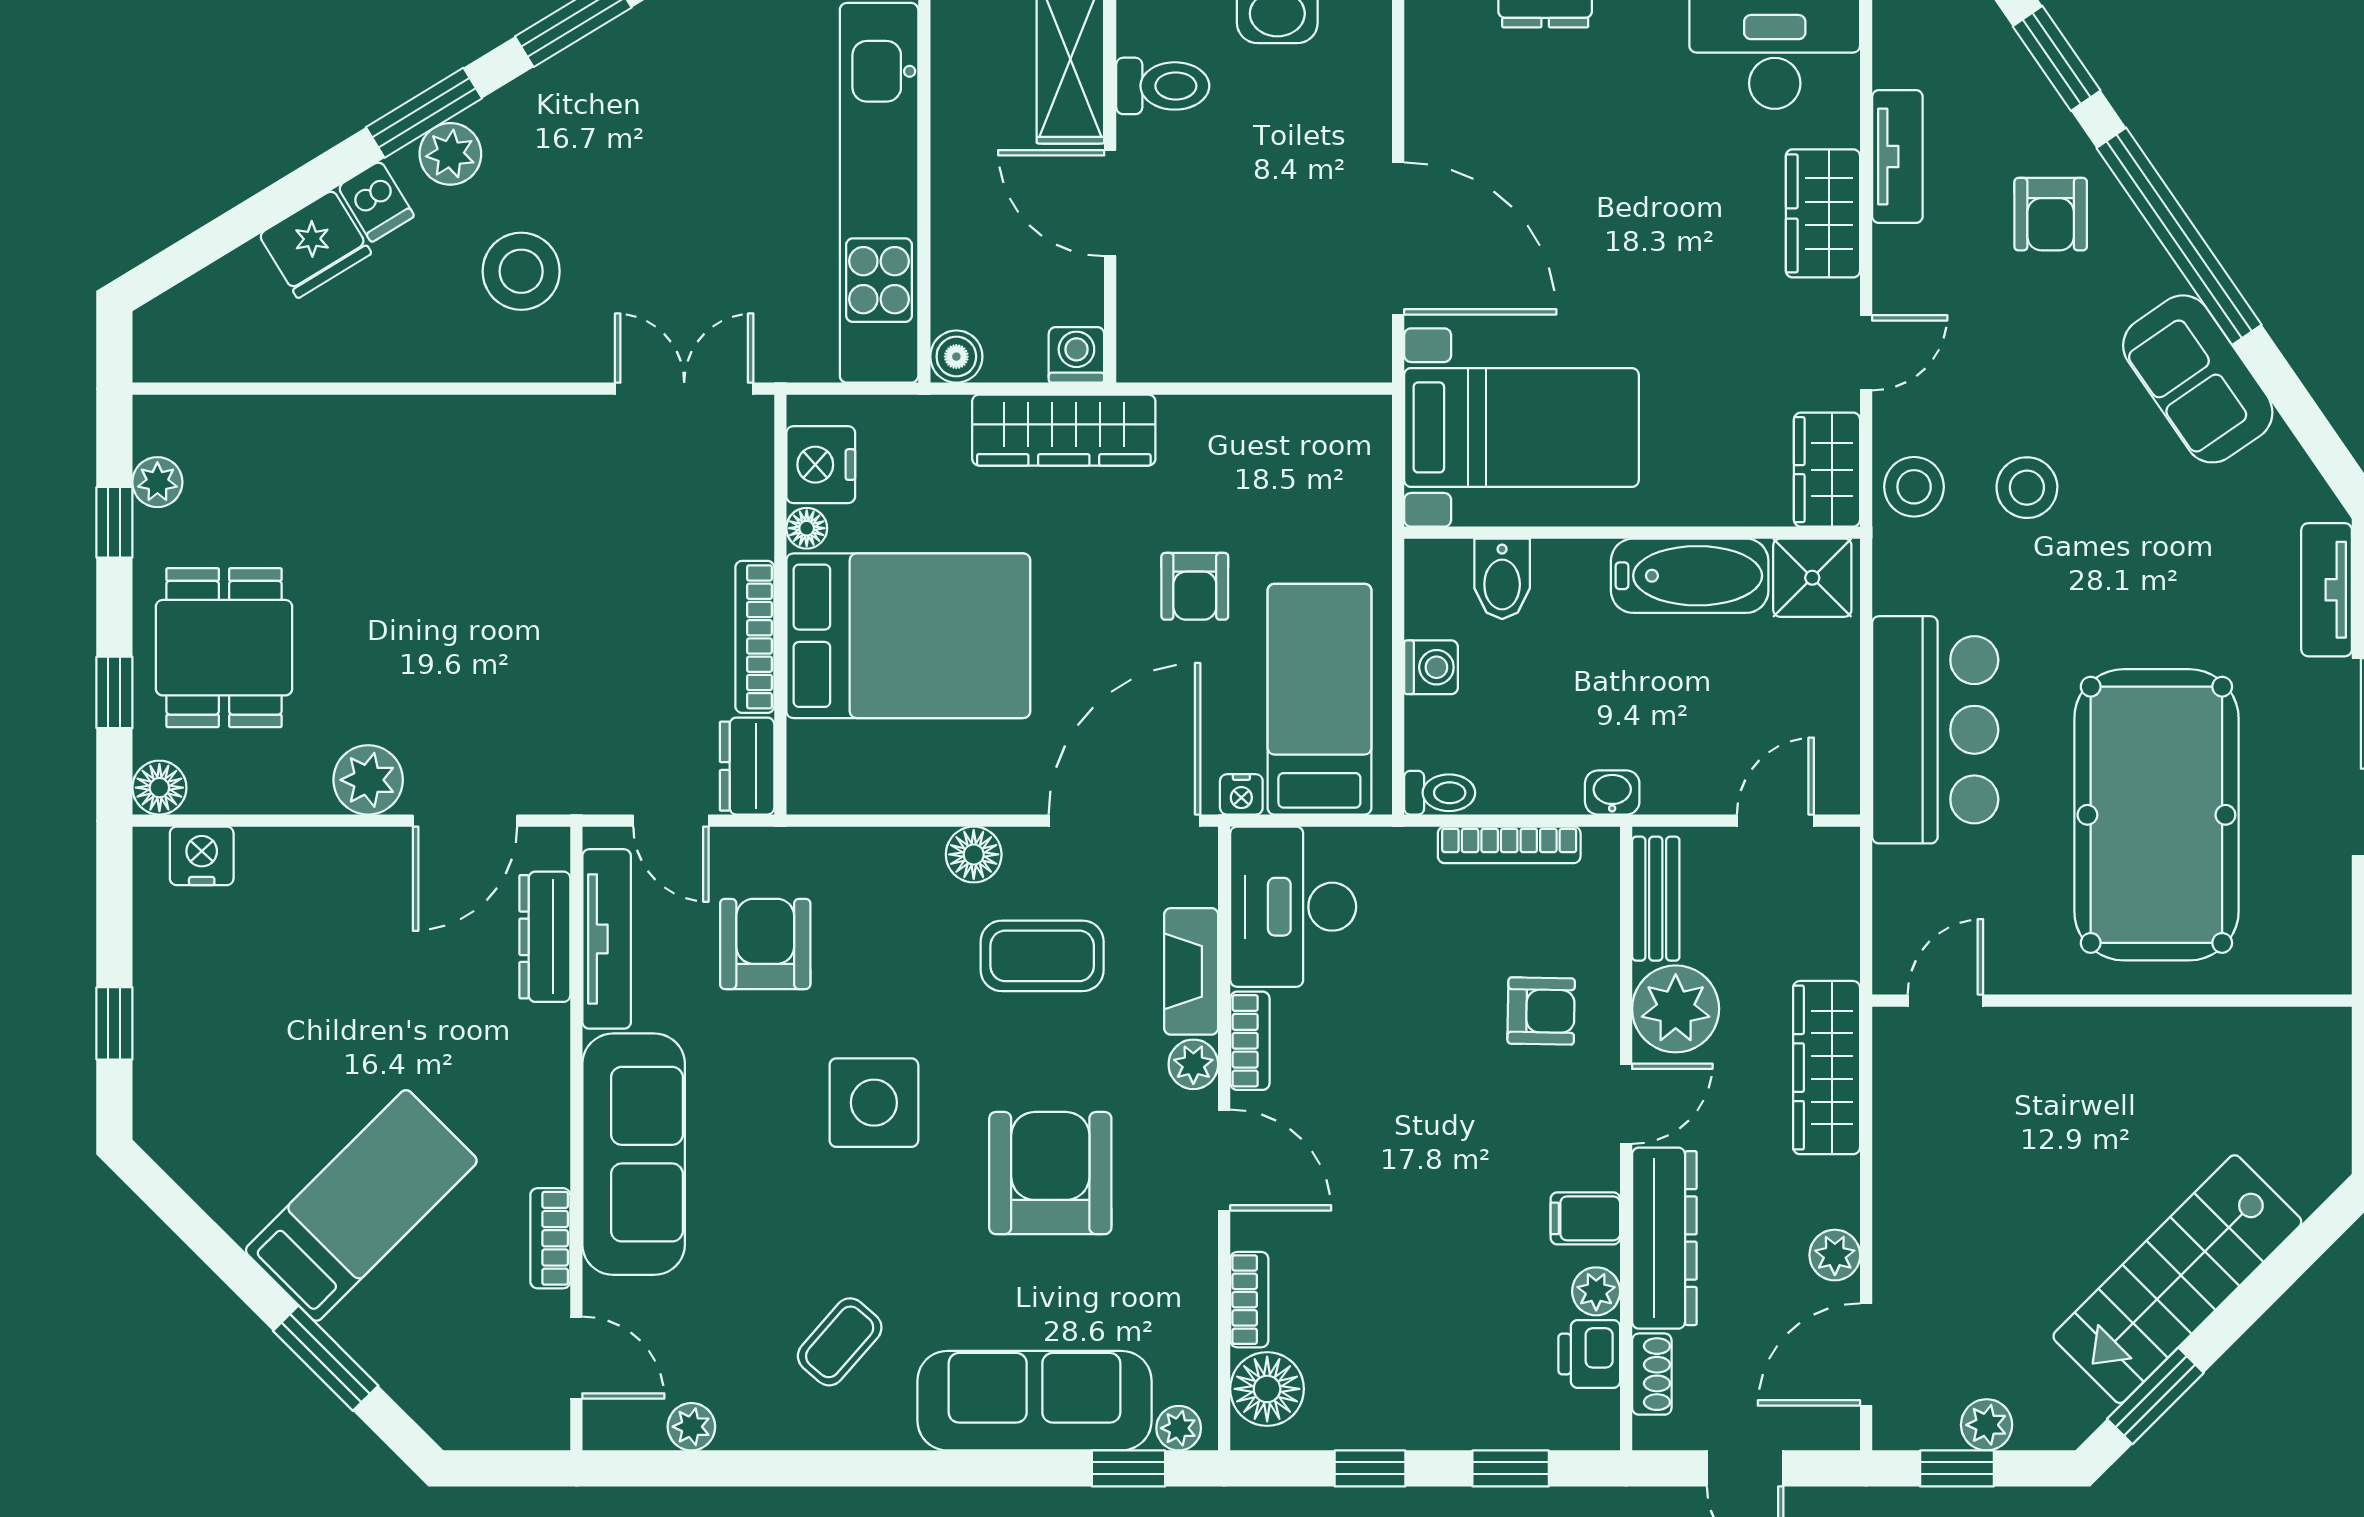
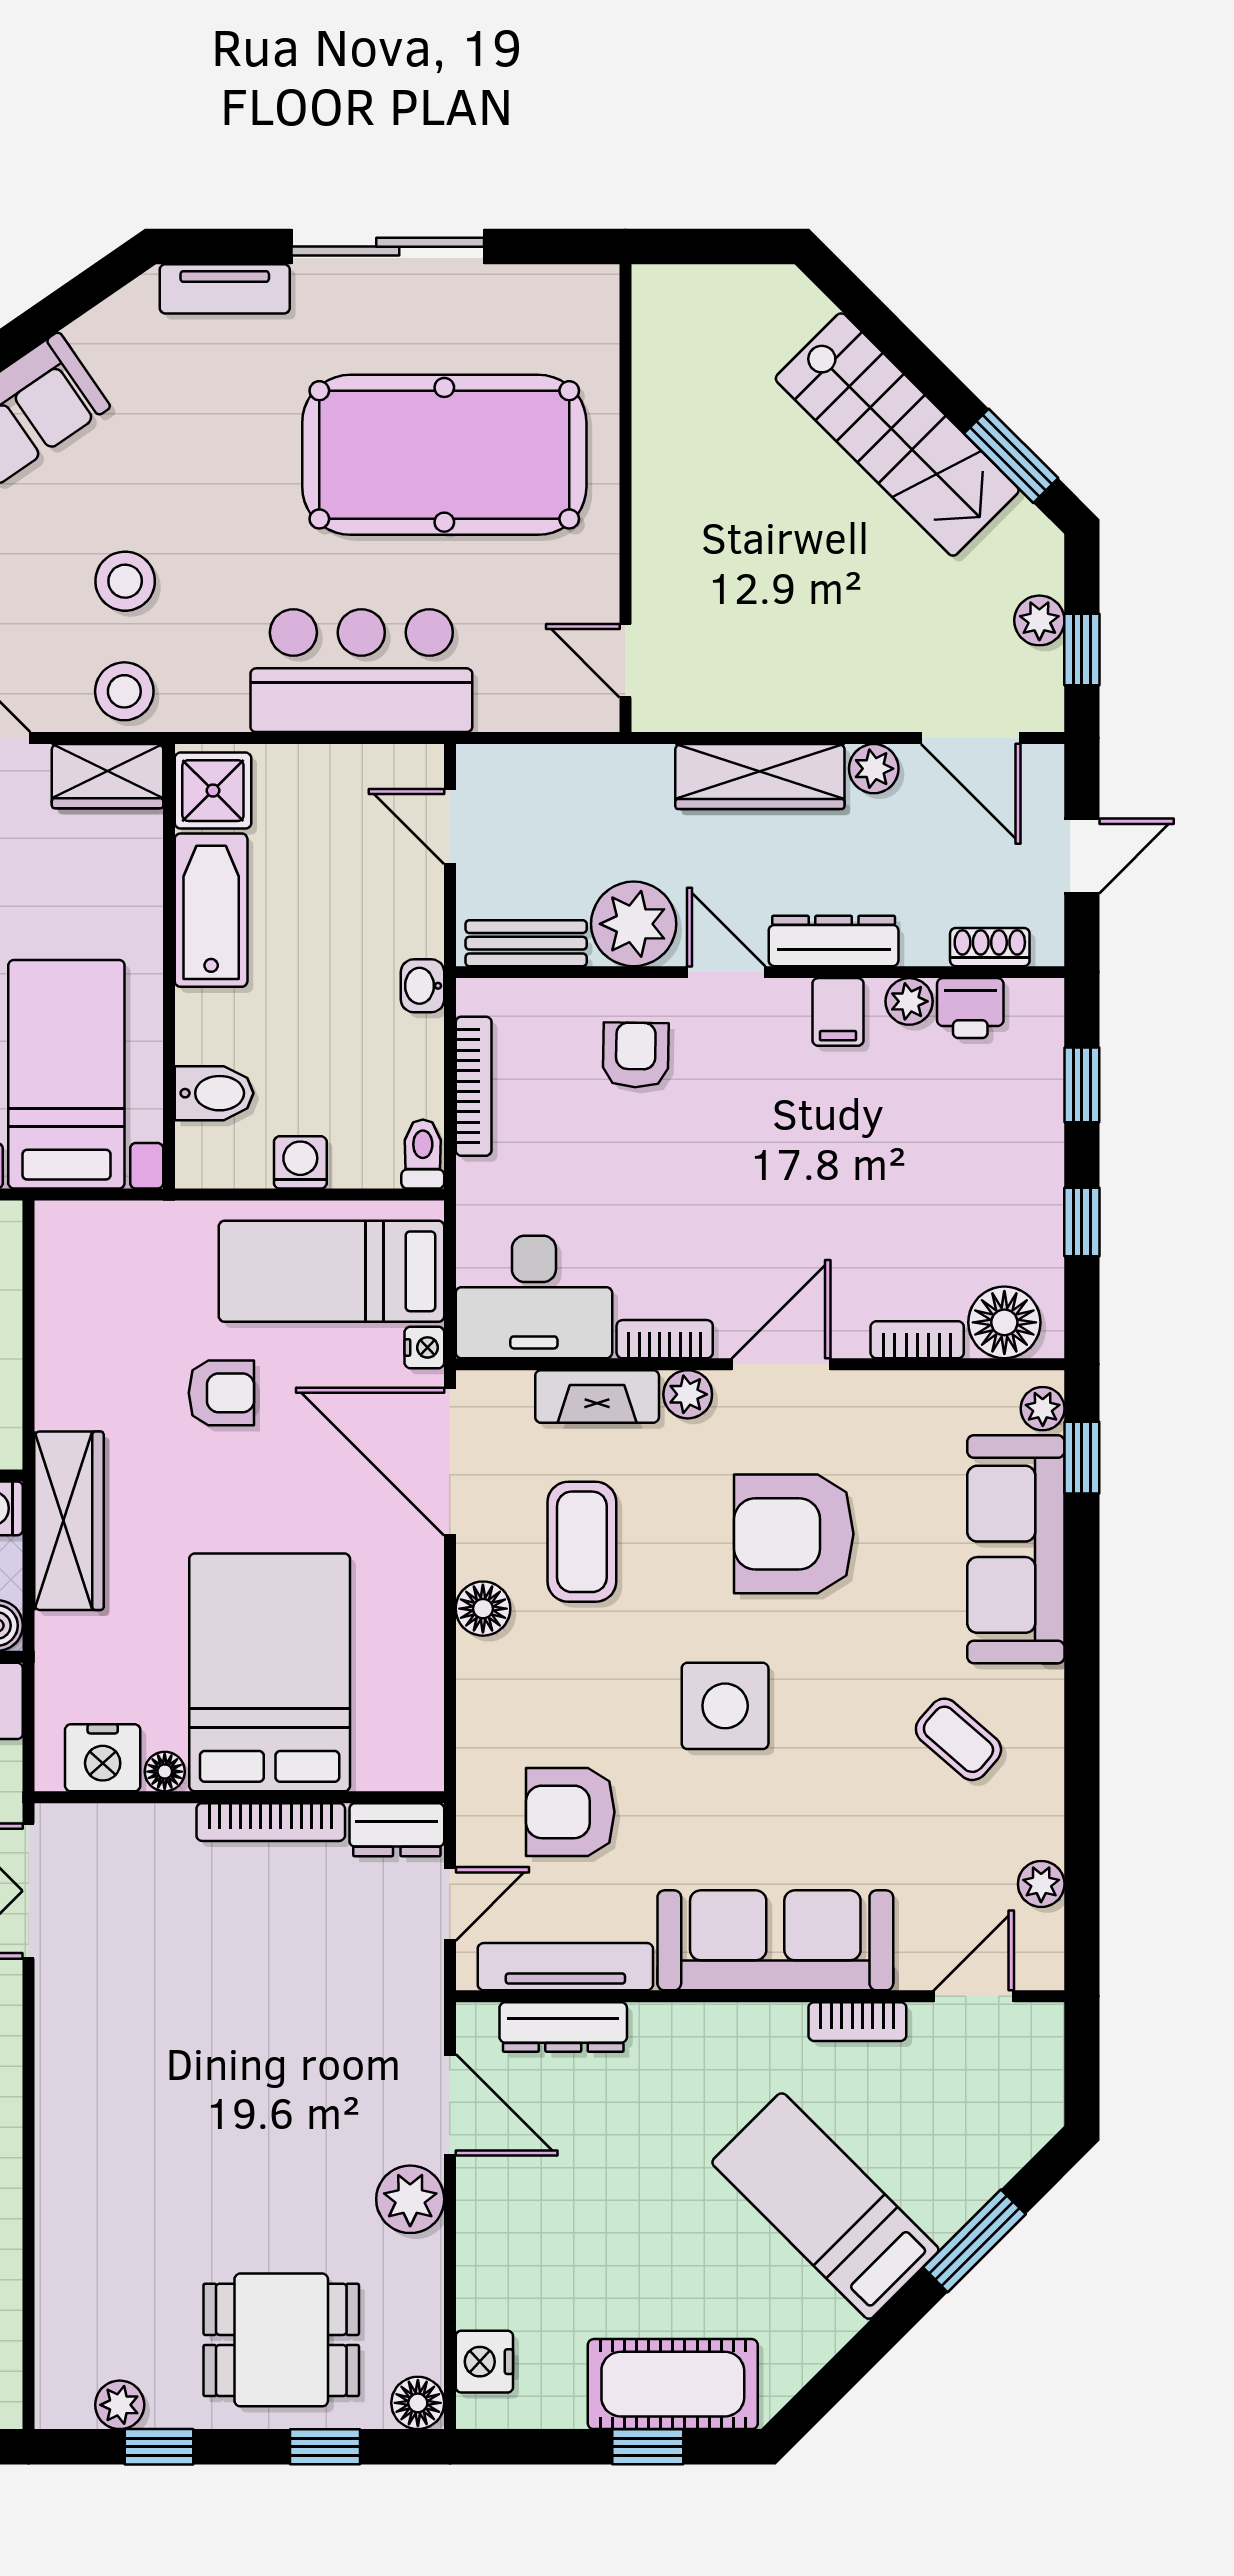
cot: (179, 1049) -> (673, 2384), added
wardrobe: (1827, 1068) -> (760, 777), moved
dresser: (1664, 1238) -> (834, 941), width x0.73, depth x0.80

